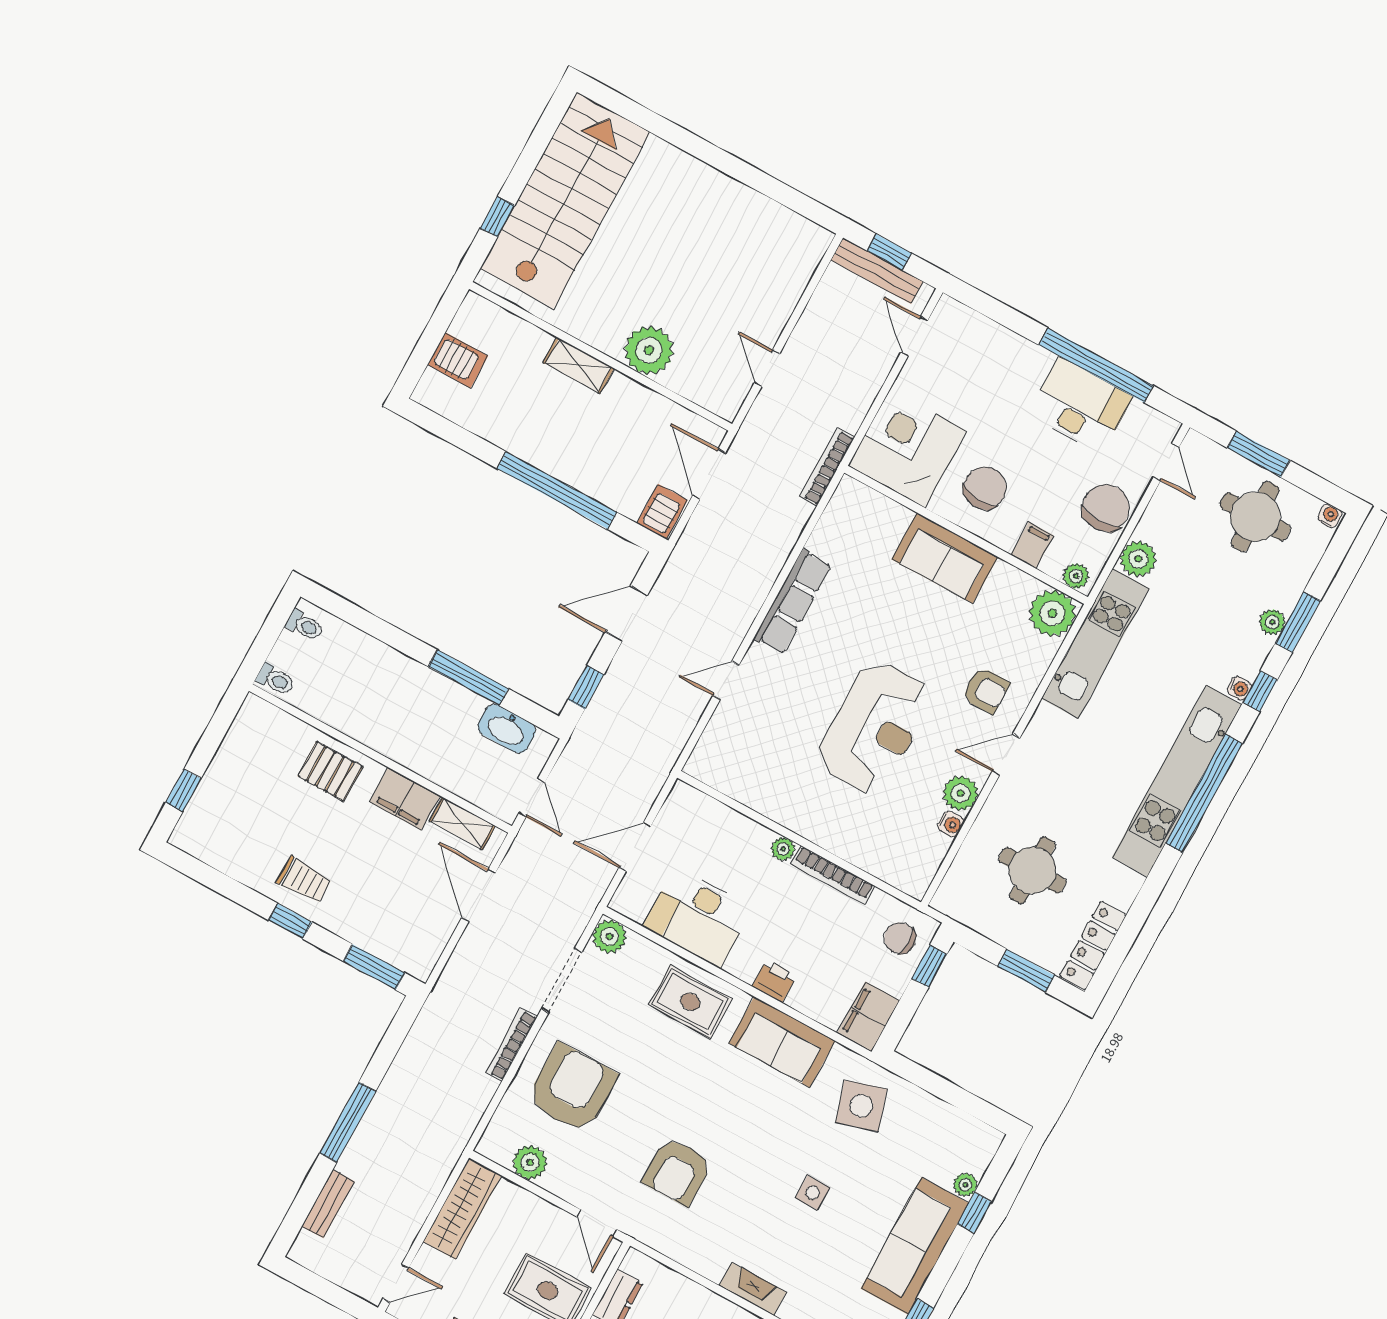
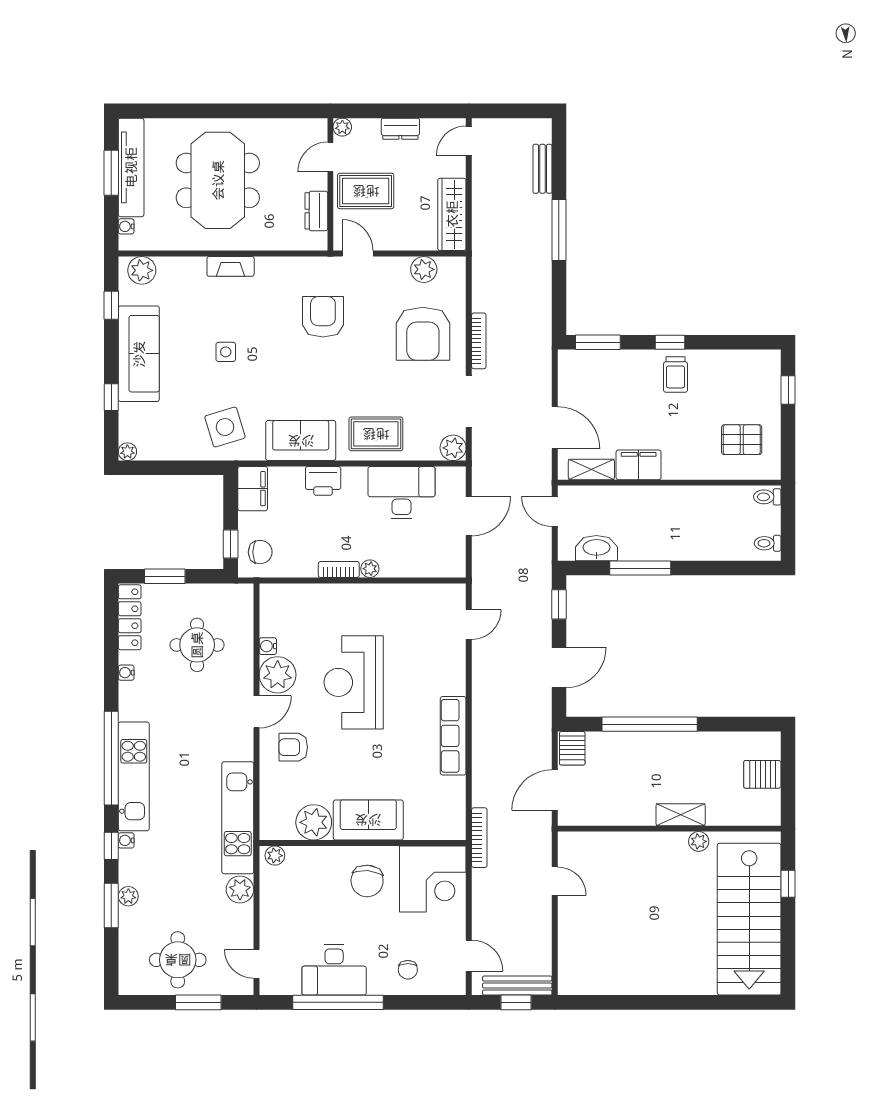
plant: (649, 350) -> (699, 841), moved, width x0.53, depth x0.53
door: (709, 474) -> (555, 790), swing flipped
chair: (1106, 508) -> (408, 970), moved, width x0.54, depth x0.54
water cooler: (1330, 516) -> (126, 673), moved, turned 90
filing cabinet: (1032, 545) -> (315, 860), removed
plant: (1052, 613) -> (314, 822), moved
door: (726, 681) -> (469, 624), moved
pallet: (330, 771) -> (742, 440), moved
kitchen unit: (1177, 781) -> (134, 776), width x0.73
plant: (960, 793) -> (278, 675), width x1.36, depth x1.36
bookcase: (833, 875) -> (339, 569), width x0.64
trolley: (304, 880) -> (676, 374), turned -90
printer: (774, 981) -> (323, 481), width x1.36, depth x1.24
plant: (965, 1185) -> (127, 452), moved

